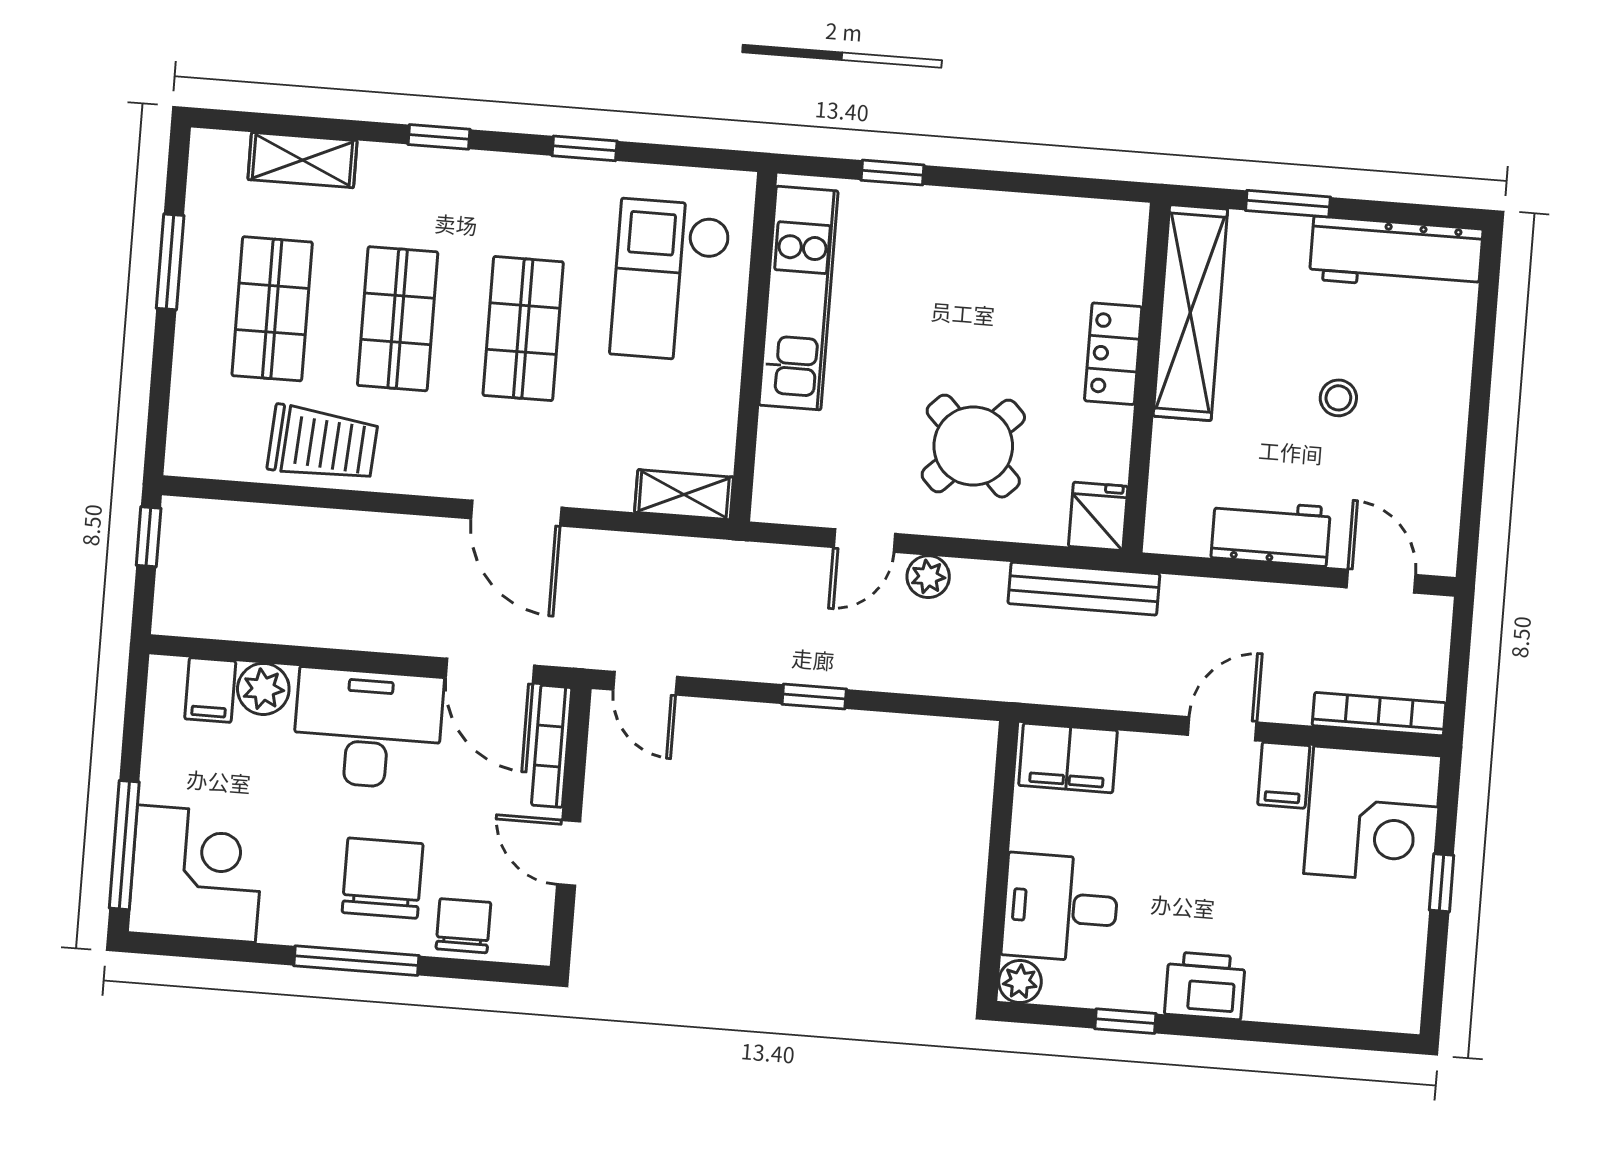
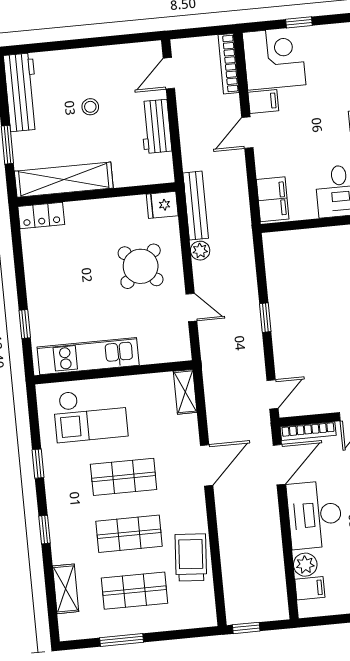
locker: (1113, 354) -> (41, 215), moved
plant: (928, 577) -> (200, 251), moved
door: (1222, 729) -> (247, 133), hinge flipped

